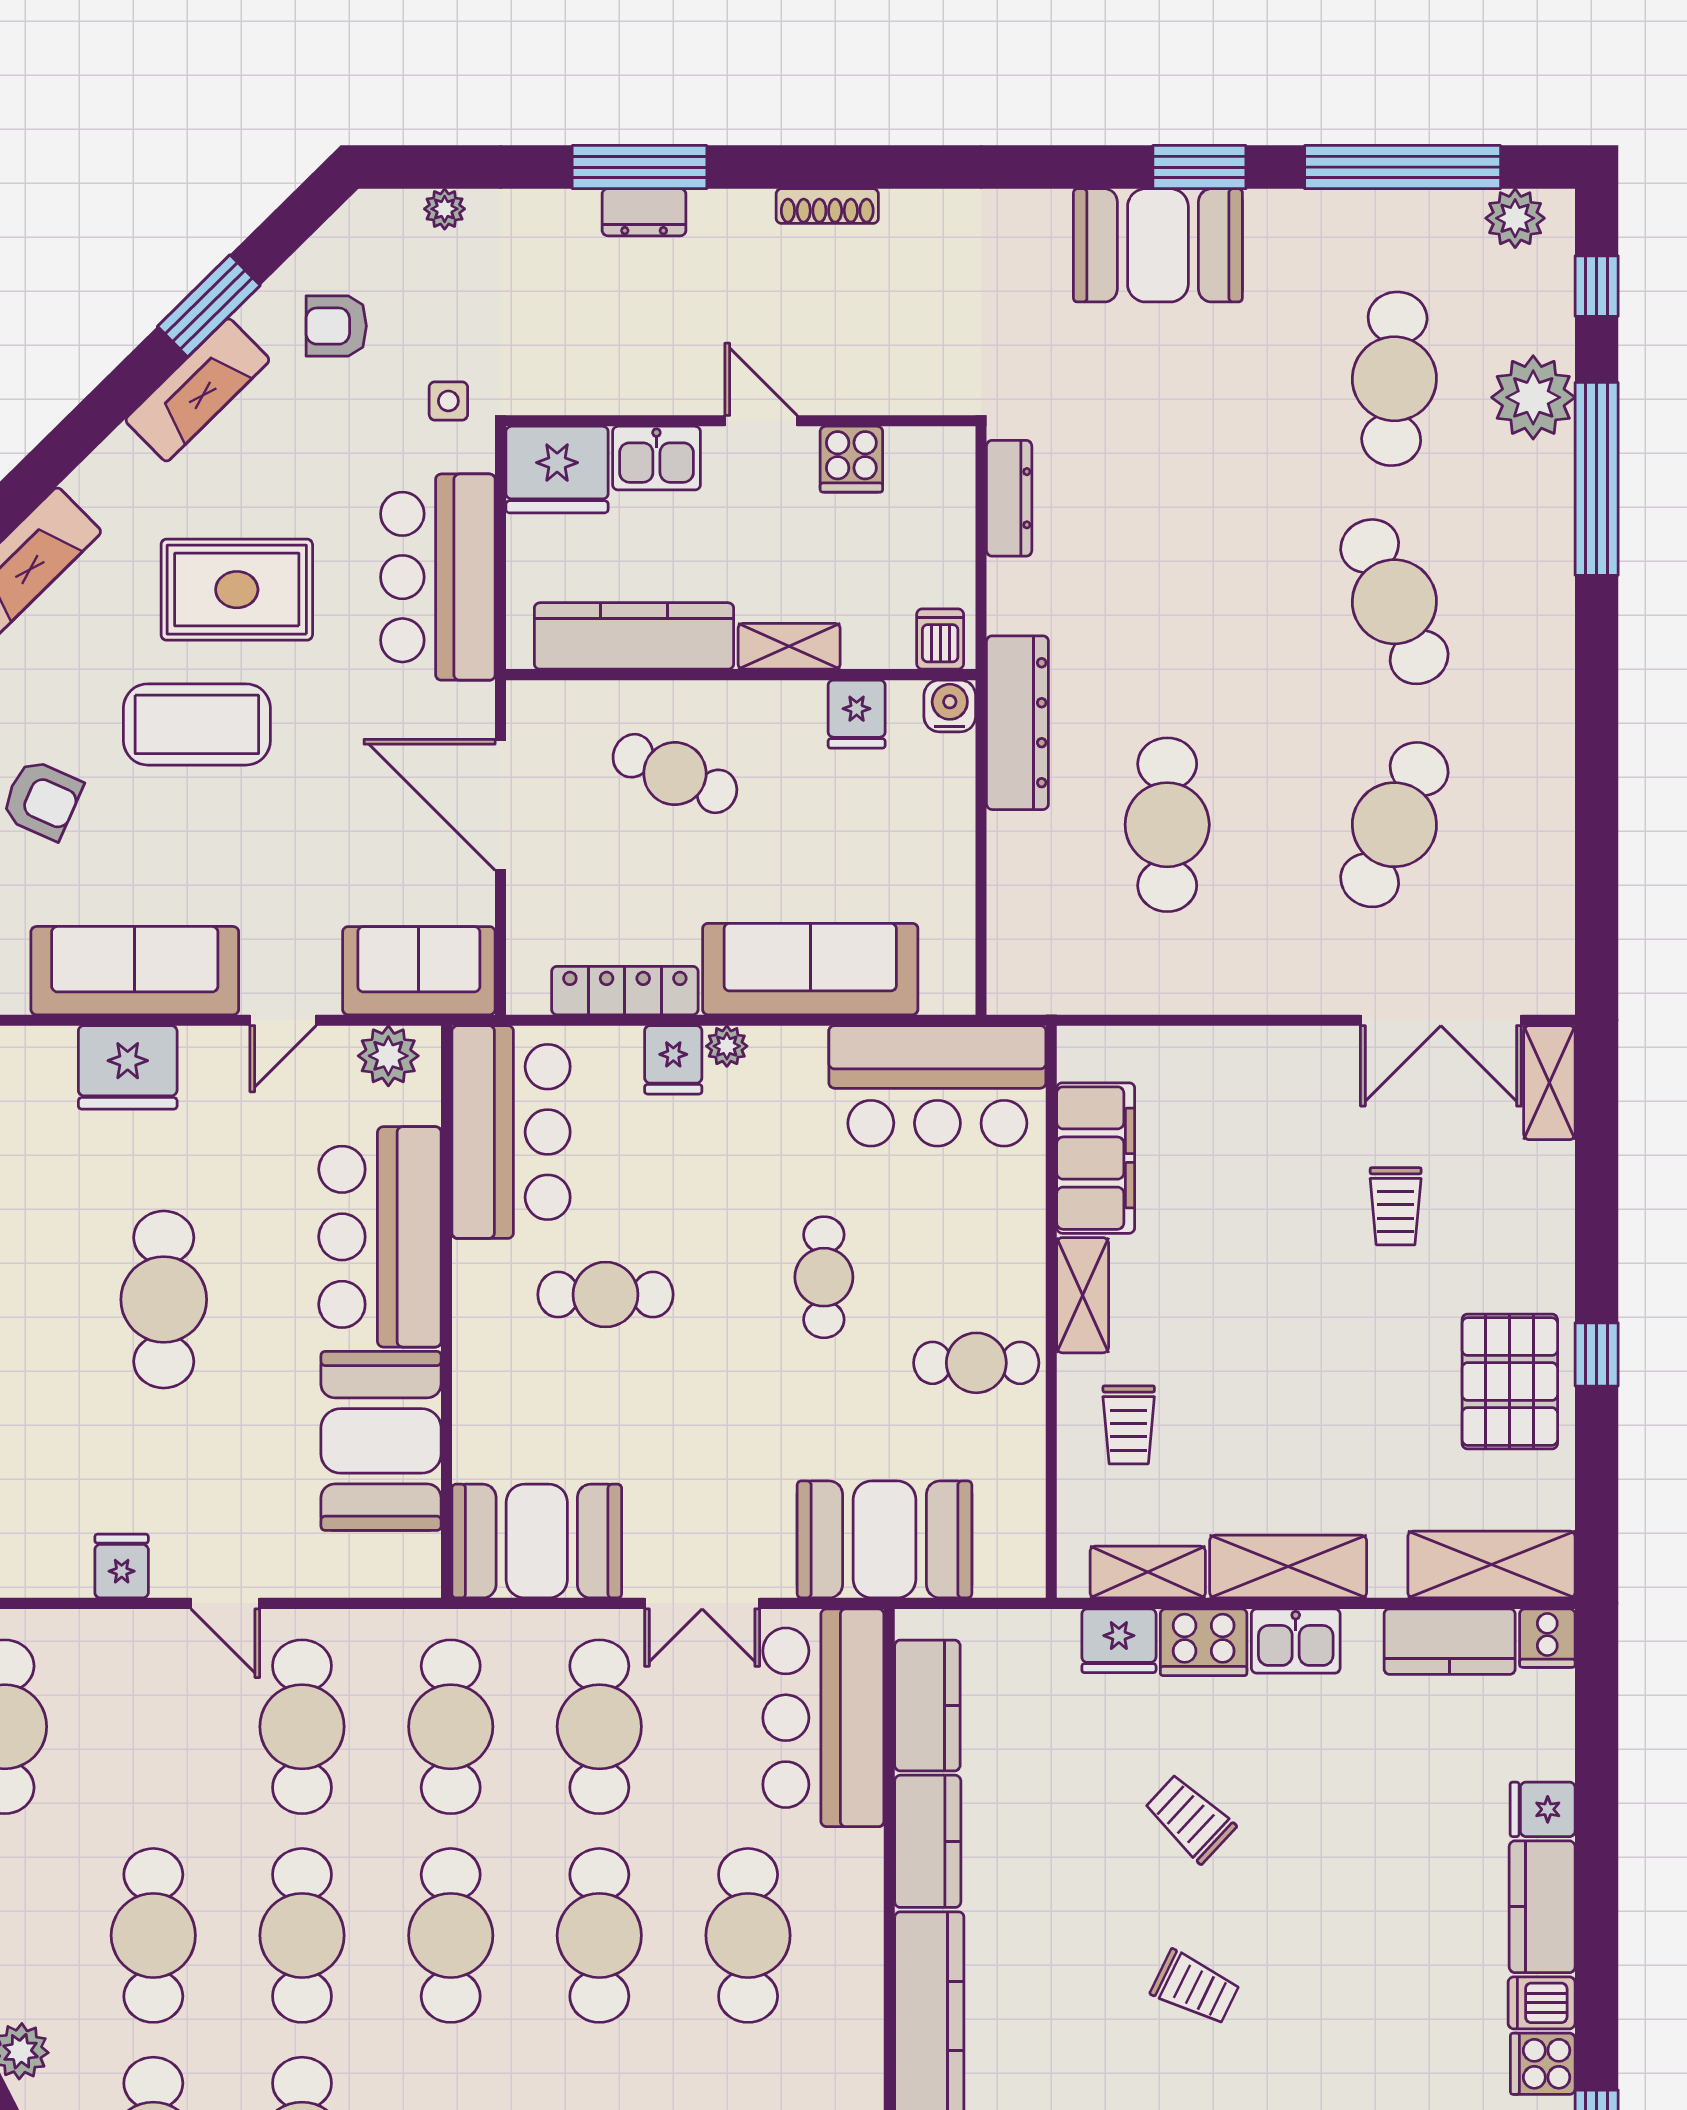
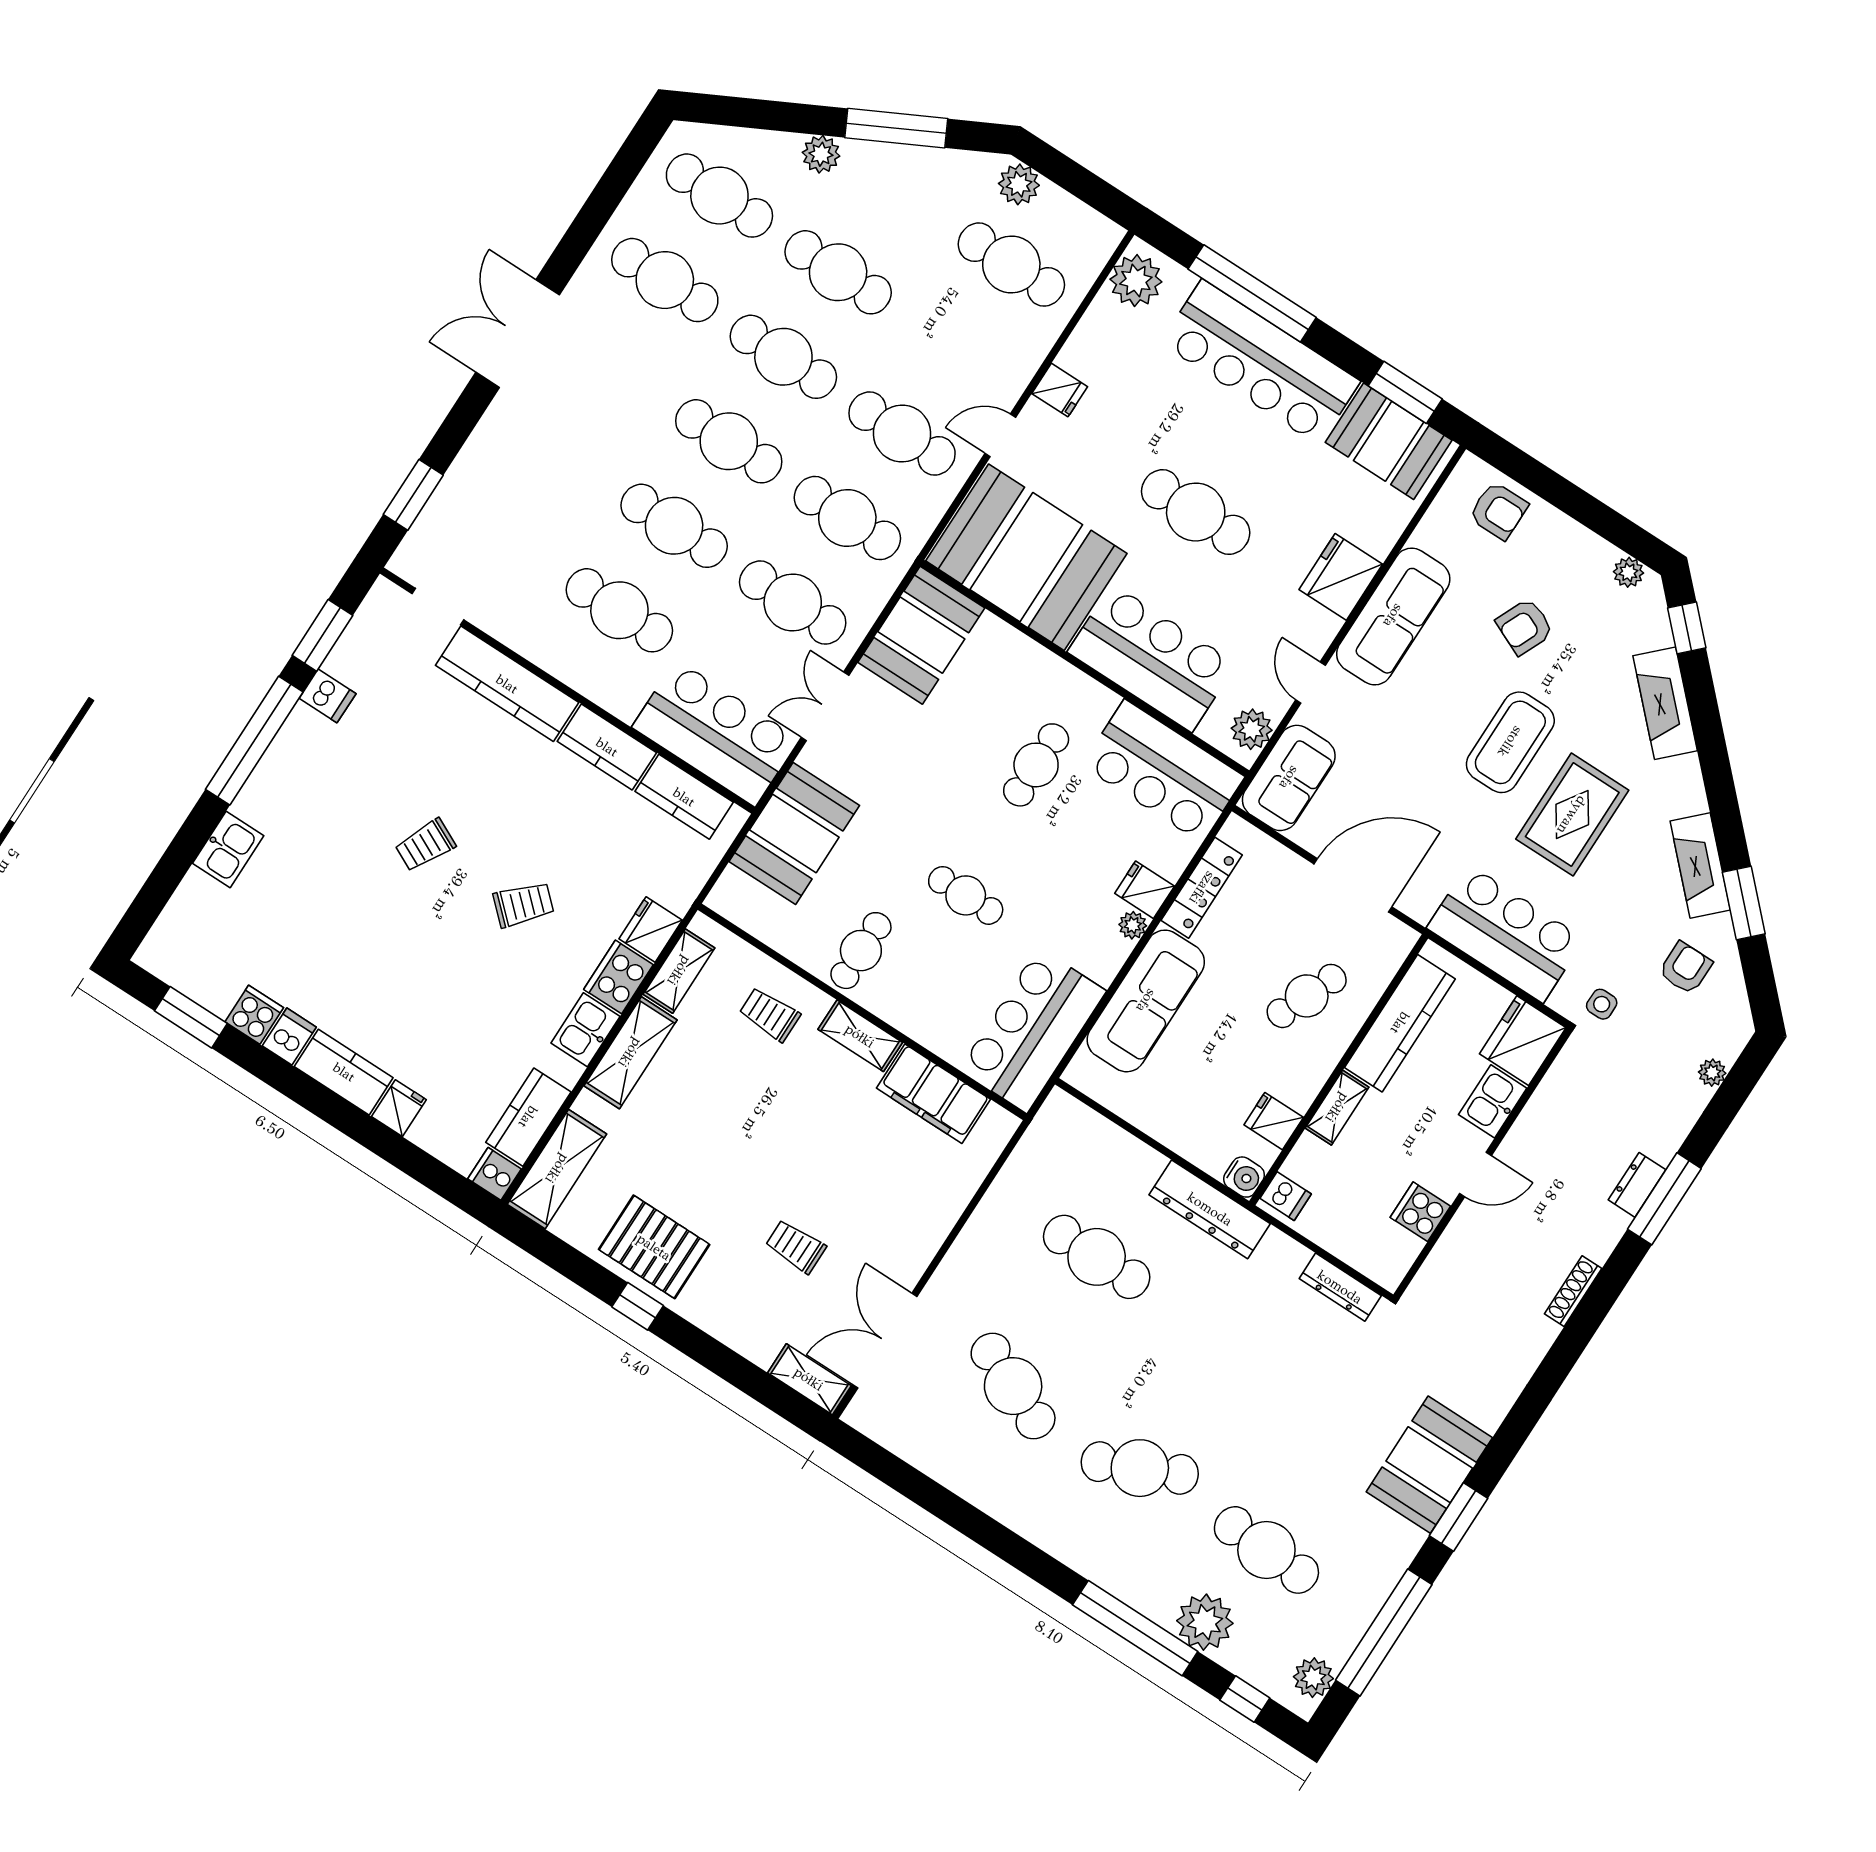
booth: (381, 1441) -> (1026, 557), width x1.36, depth x1.42

